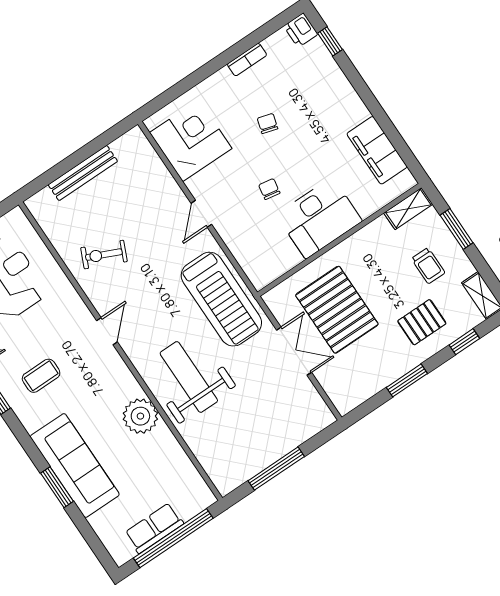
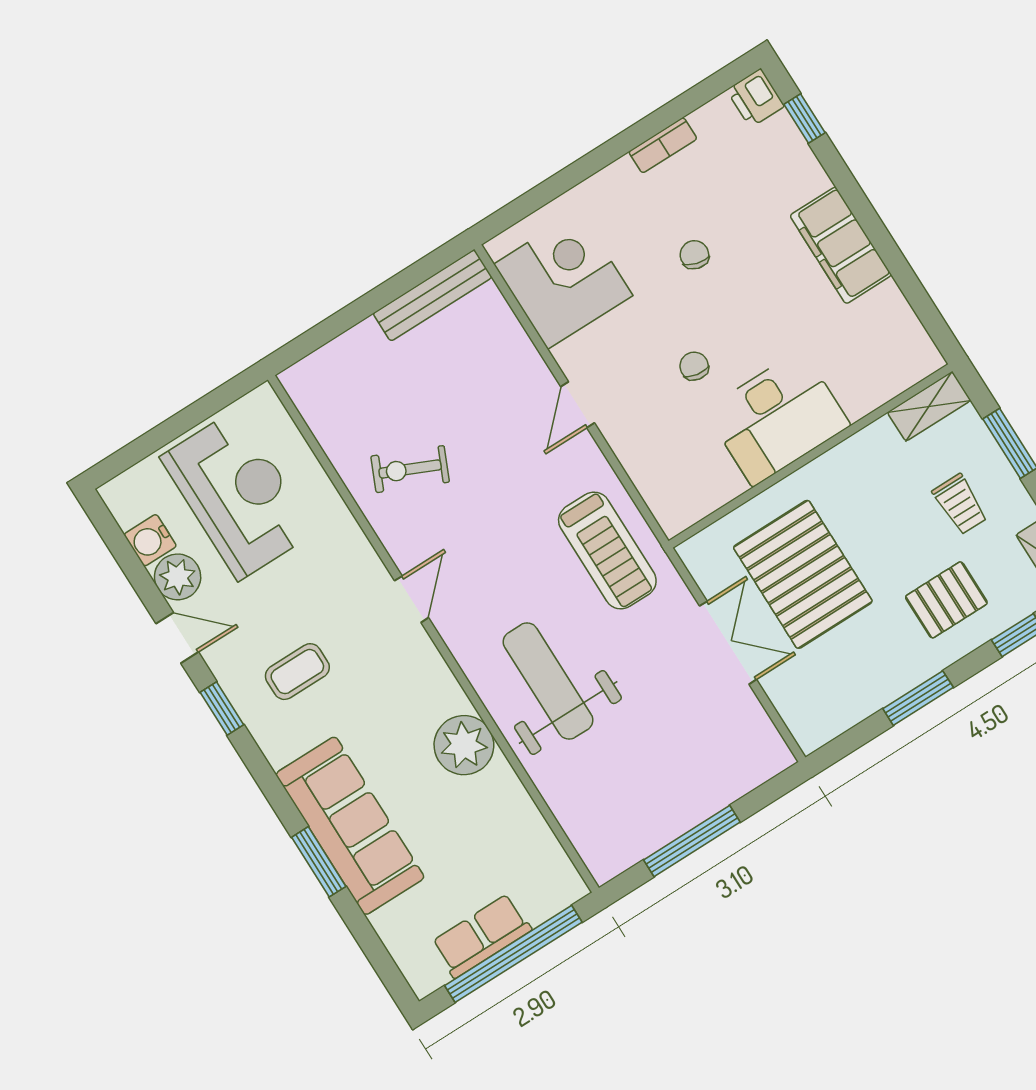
filing cabinet: (377, 150) -> (841, 245), moved
bench: (83, 173) -> (433, 295), moved
treadmill: (221, 299) -> (607, 551), width x0.73, depth x0.73

